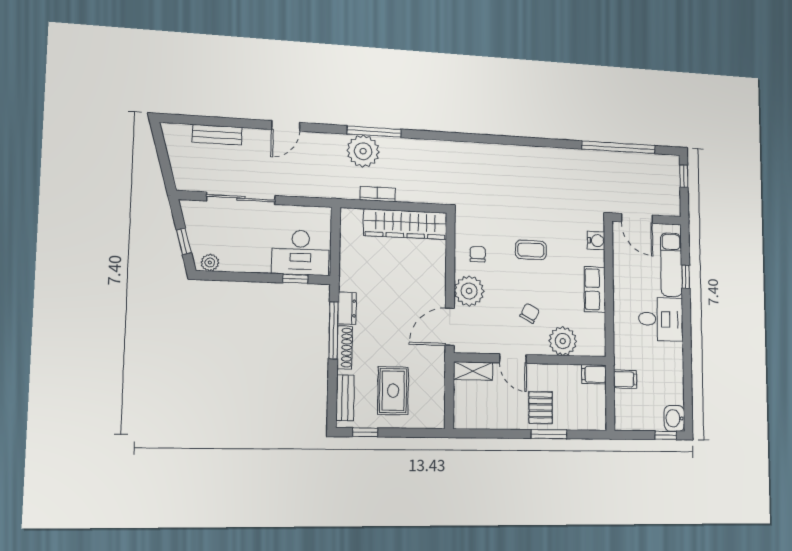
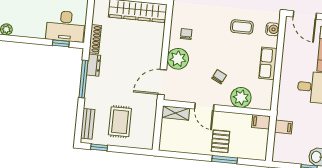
coffee table: (531, 250) -> (242, 27), moved
shoe rack: (345, 347) -> (95, 39), moved

